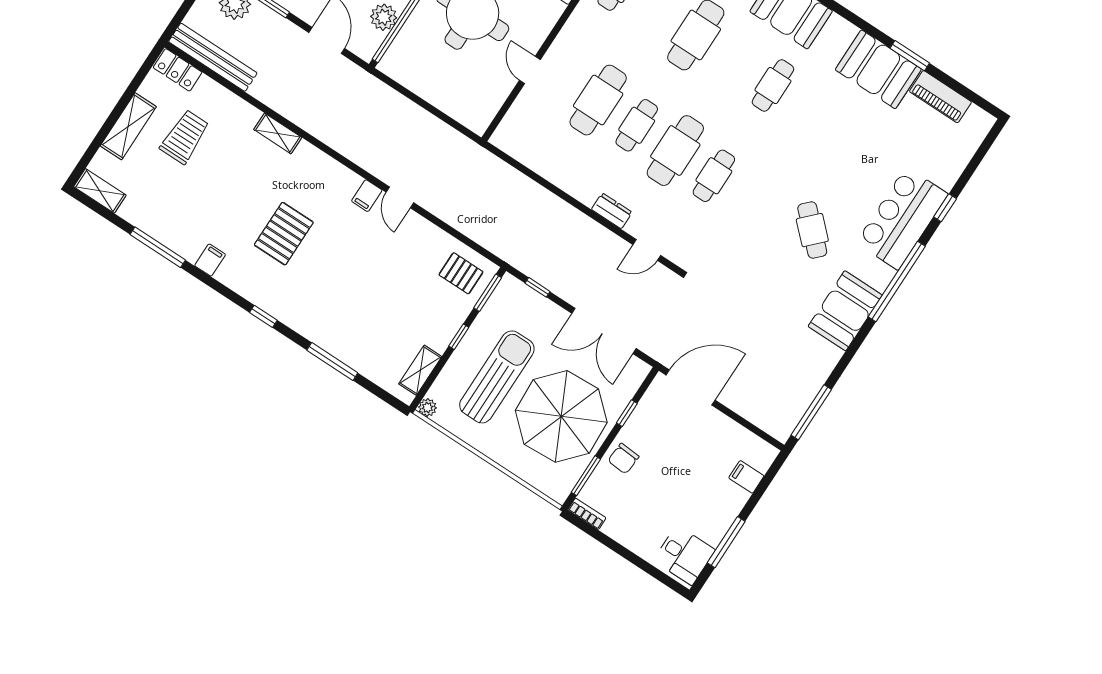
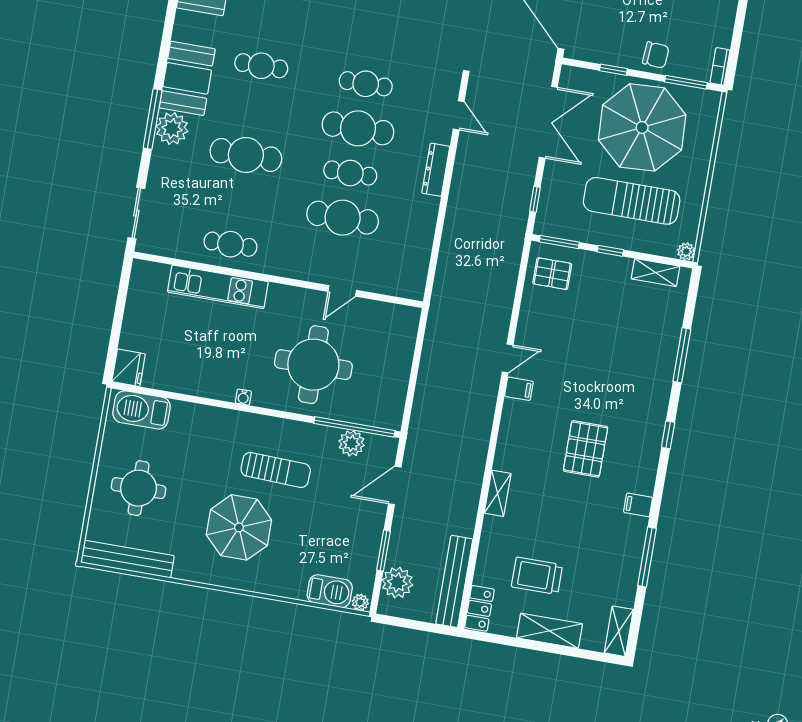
dresser: (612, 211) -> (436, 170), width x1.44
pallet: (284, 234) -> (586, 449), turned 90
pallet: (461, 273) -> (552, 274), turned 90

